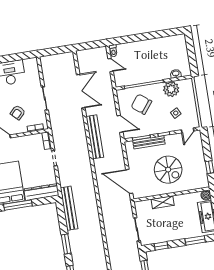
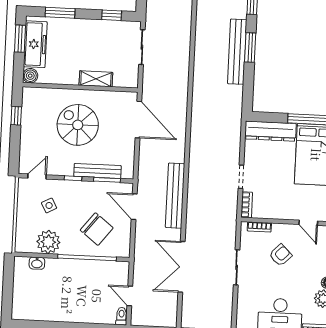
bench: (69, 208) -> (237, 52), moved

